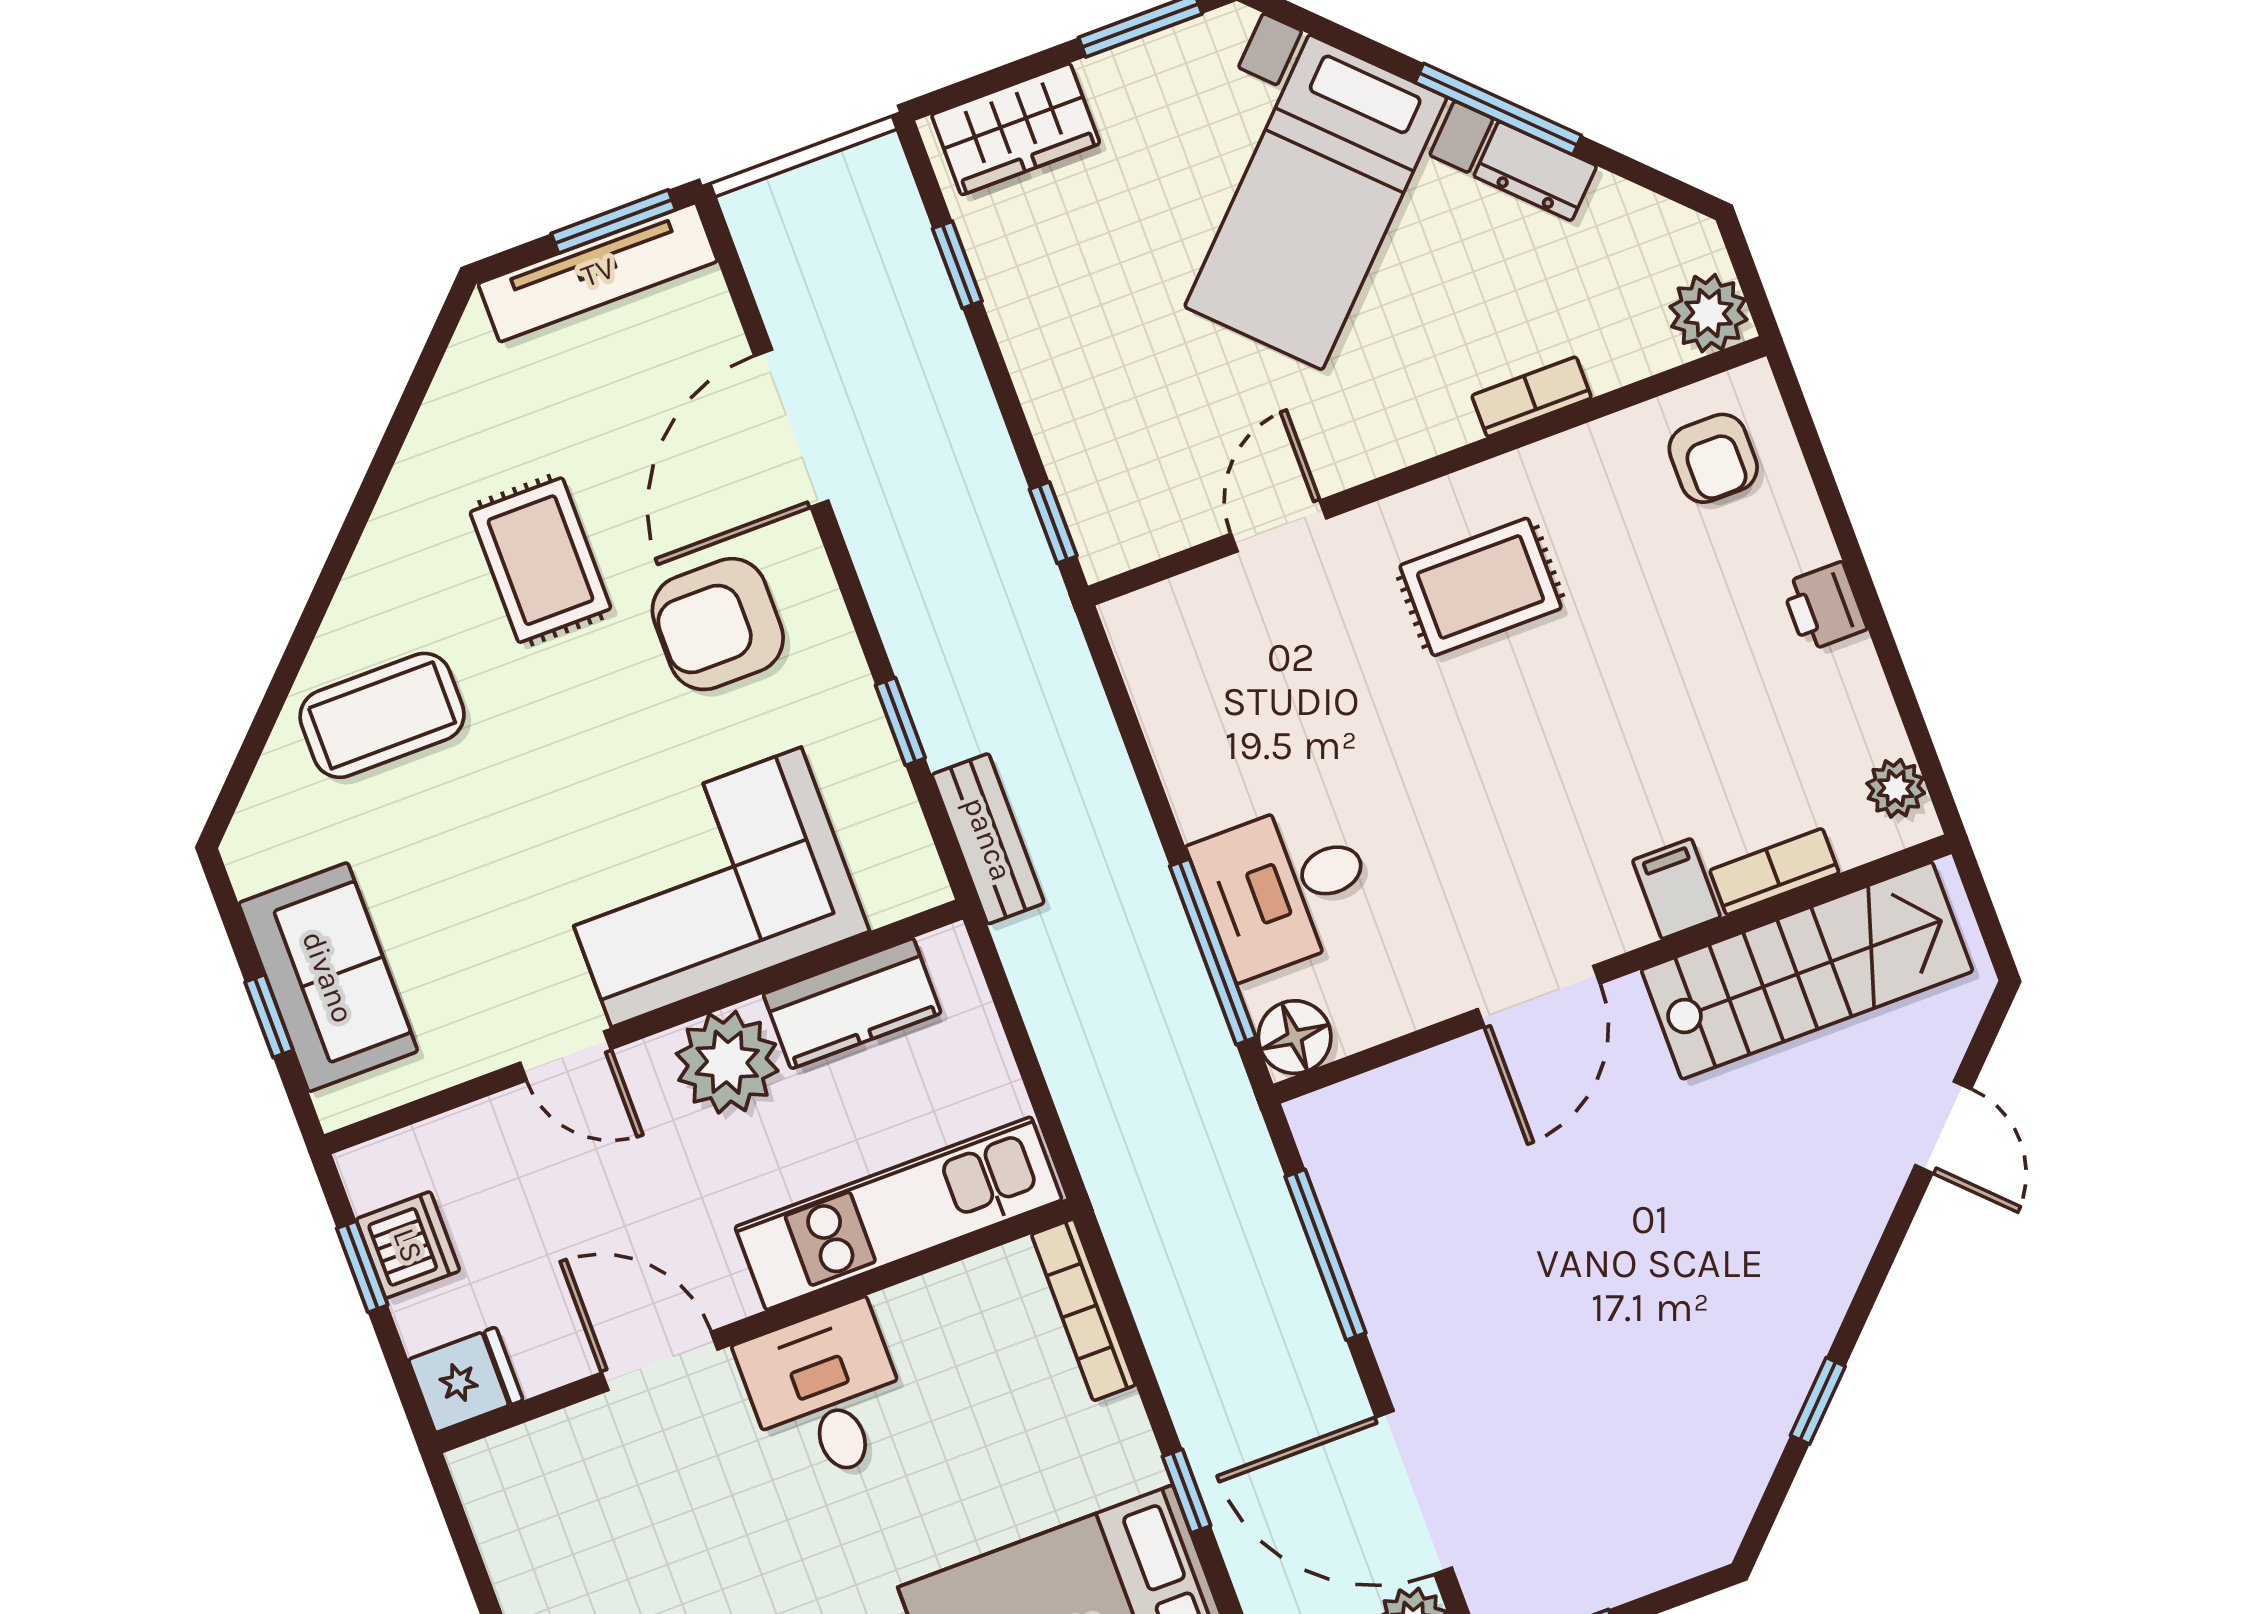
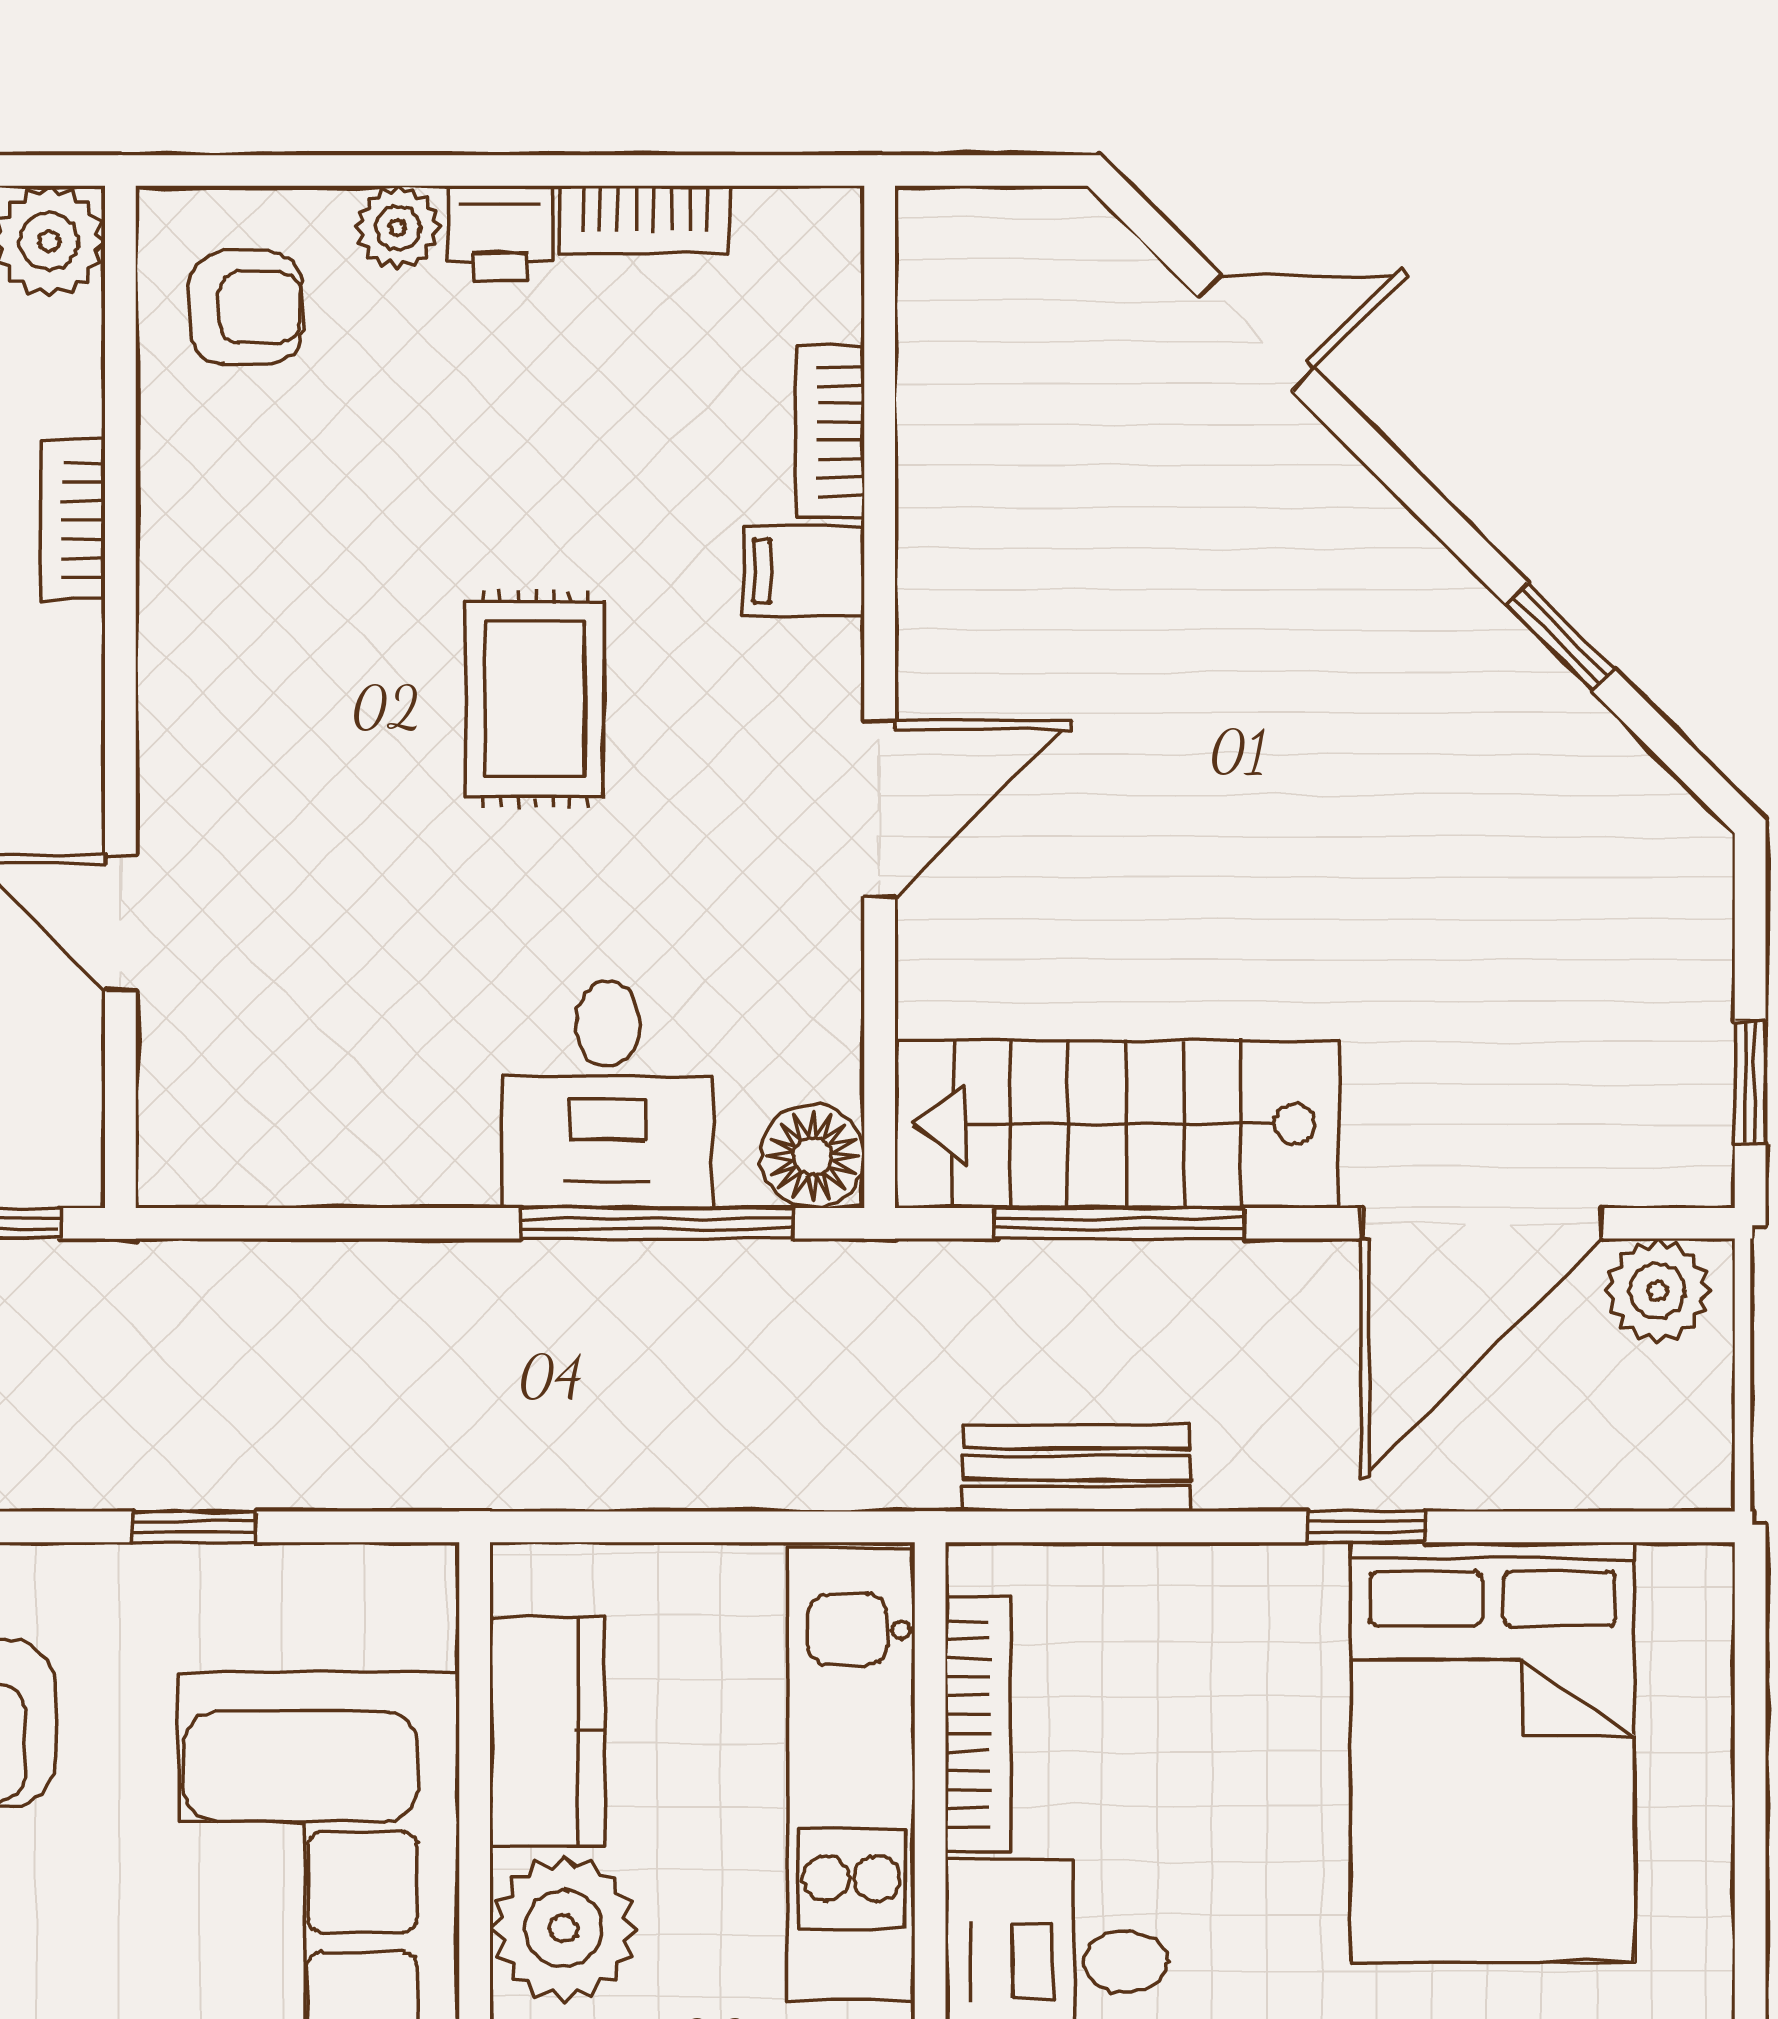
rug: (1481, 587) -> (535, 699), moved
bookcase: (1868, 698) -> (644, 219), added
plant: (1896, 788) -> (398, 227), moved
bench: (988, 839) -> (1077, 1468), moved
stairs: (1807, 971) -> (1117, 1124), moved, turned -90
door: (1539, 996) -> (880, 809), hinge flipped
bookcase: (1084, 1310) -> (978, 1723), moved, turned -90

